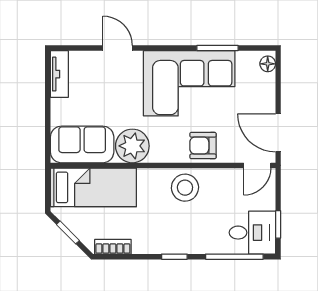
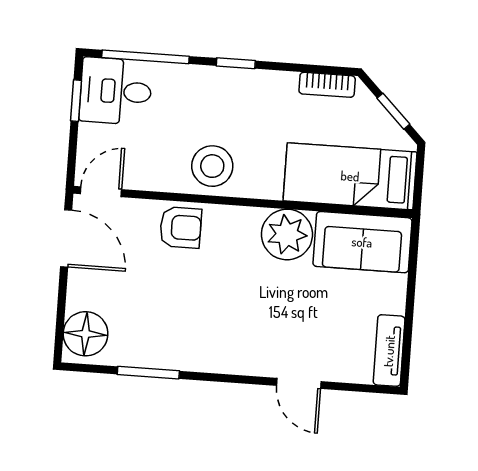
floor lamp: (268, 64) -> (86, 334), width x1.89, depth x1.89
corner sofa: (189, 83) -> (195, 323), removed

